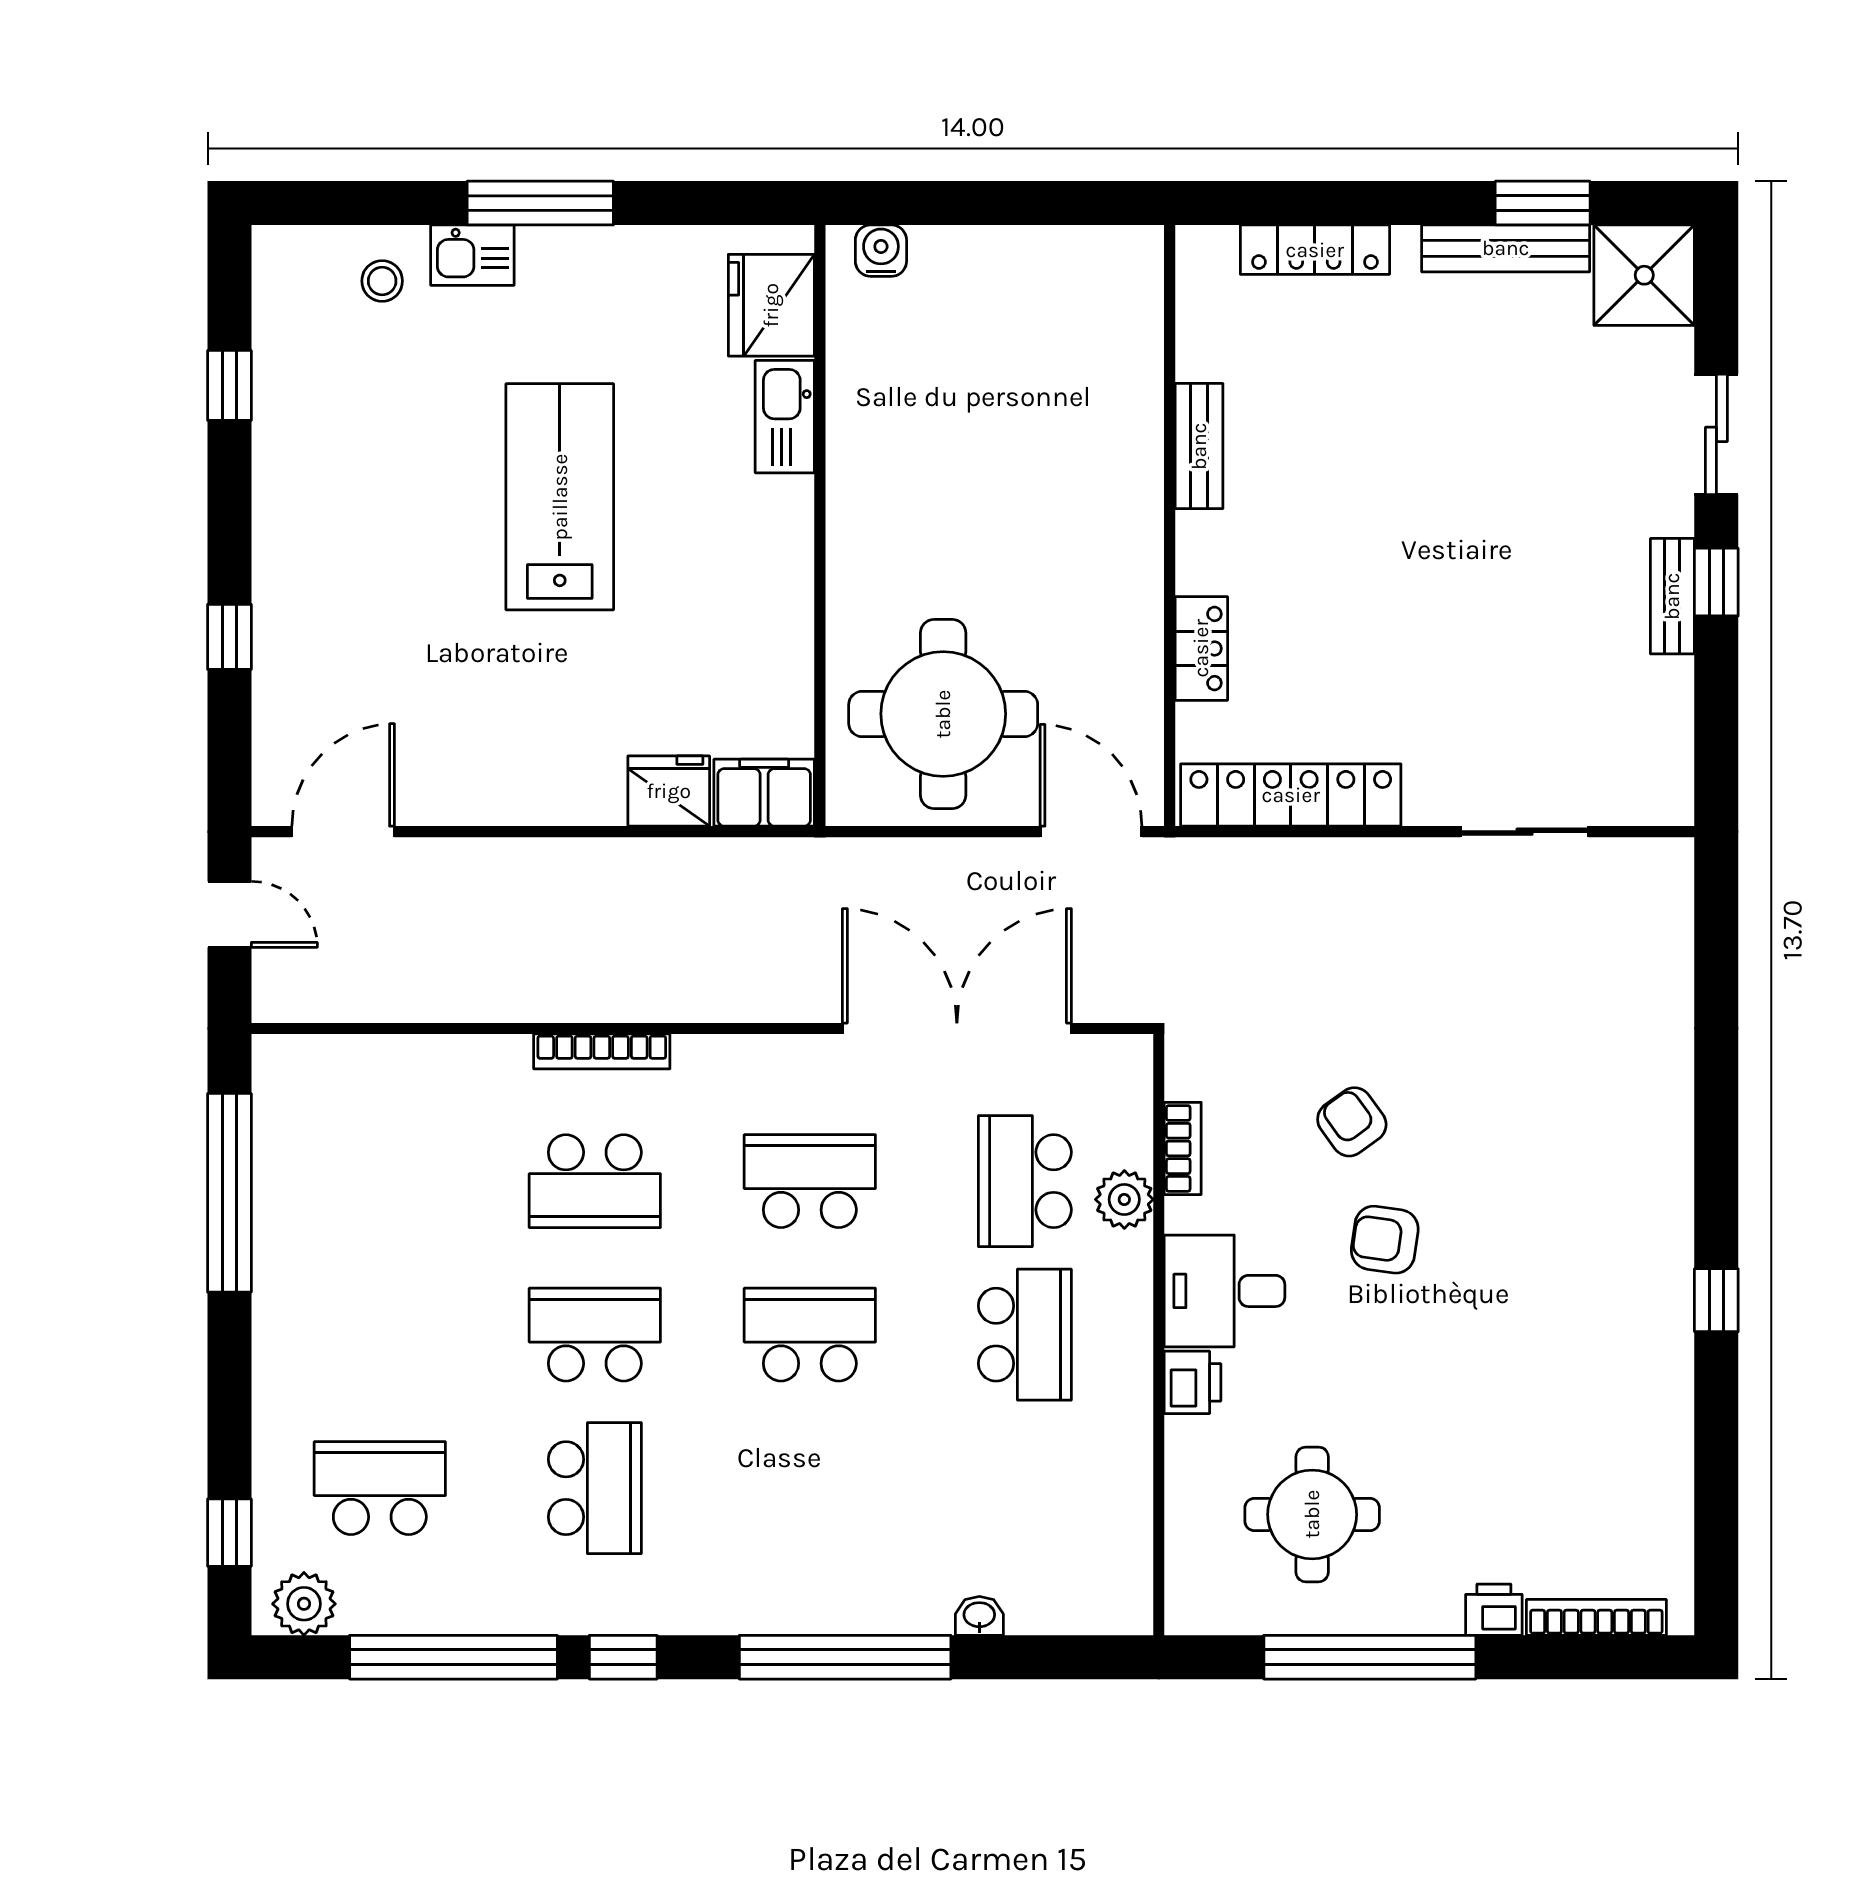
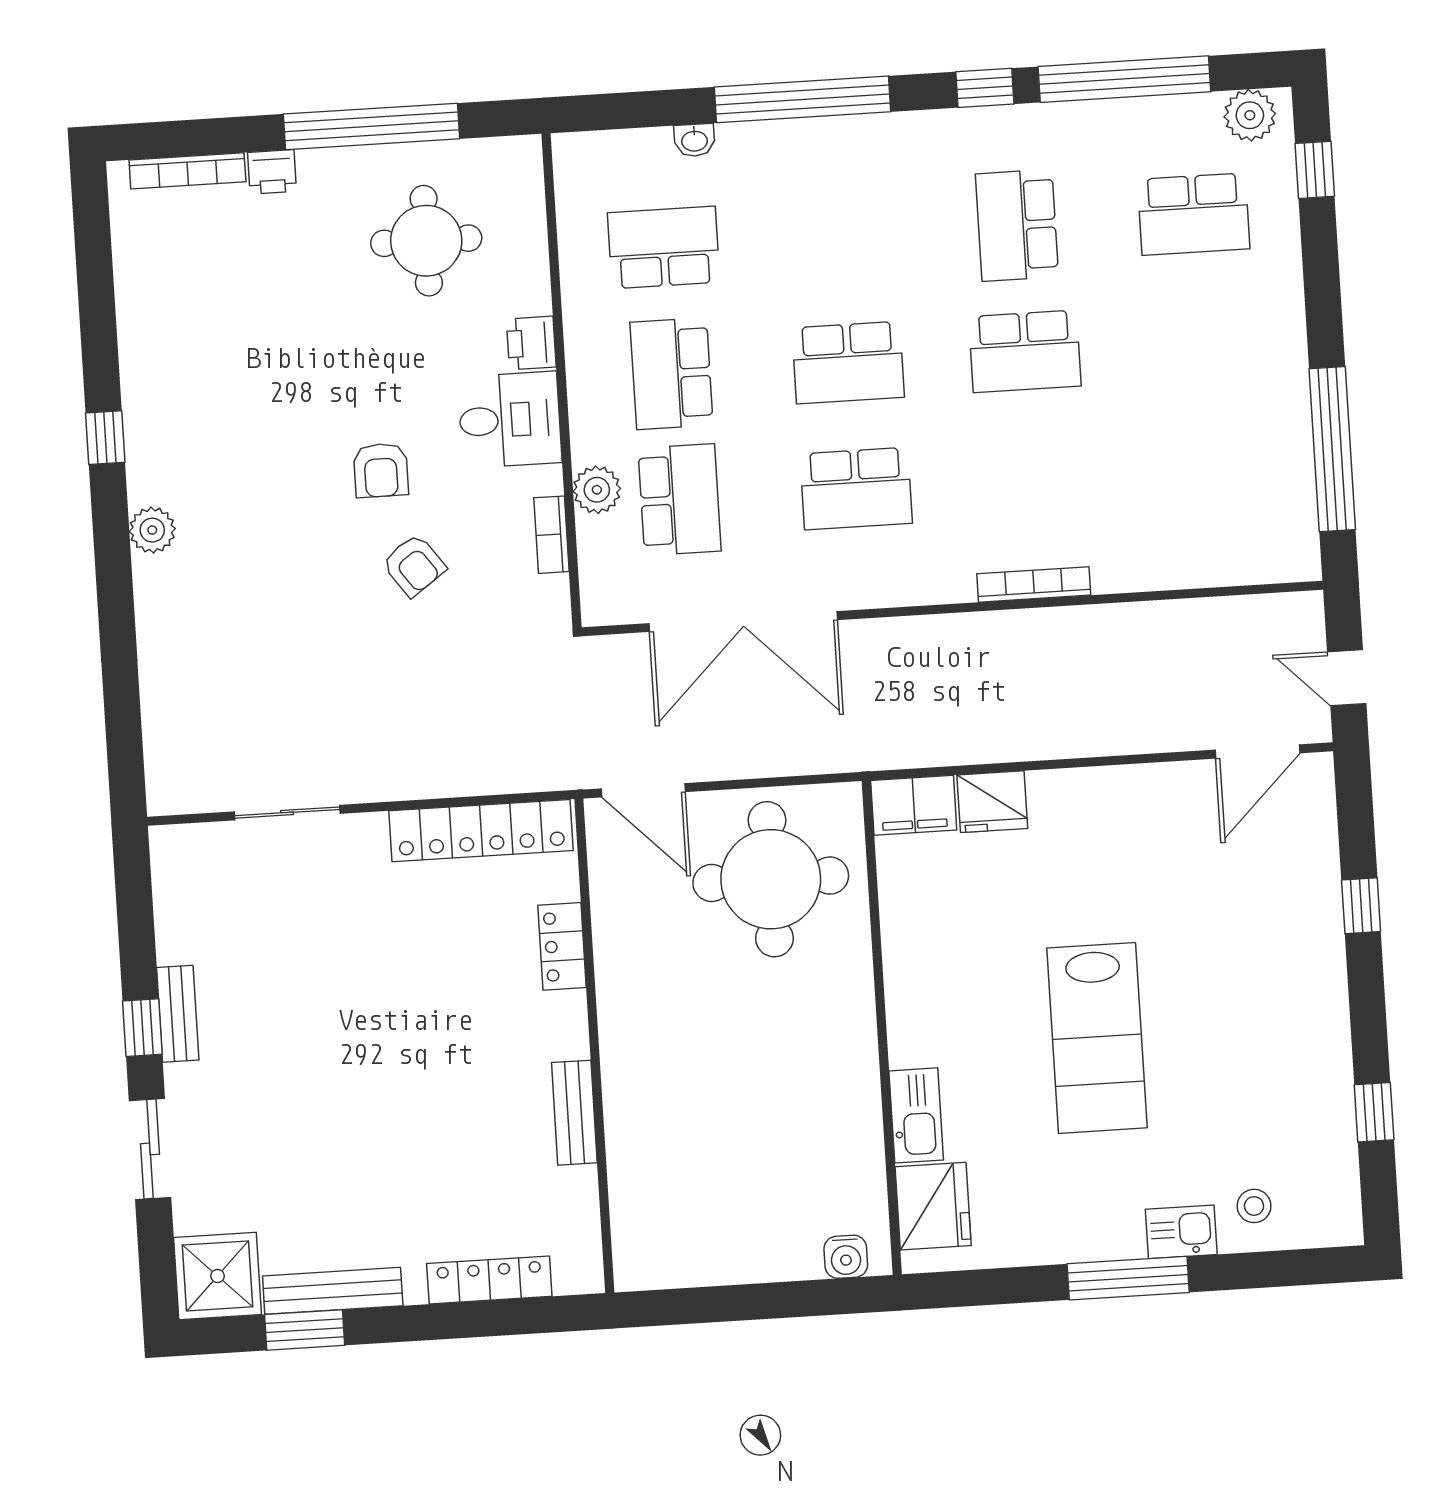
school desk: (595, 1181) -> (664, 247), moved
plant: (1666, 1185) -> (152, 530), added
armchair: (1385, 1240) -> (381, 470), turned 82

